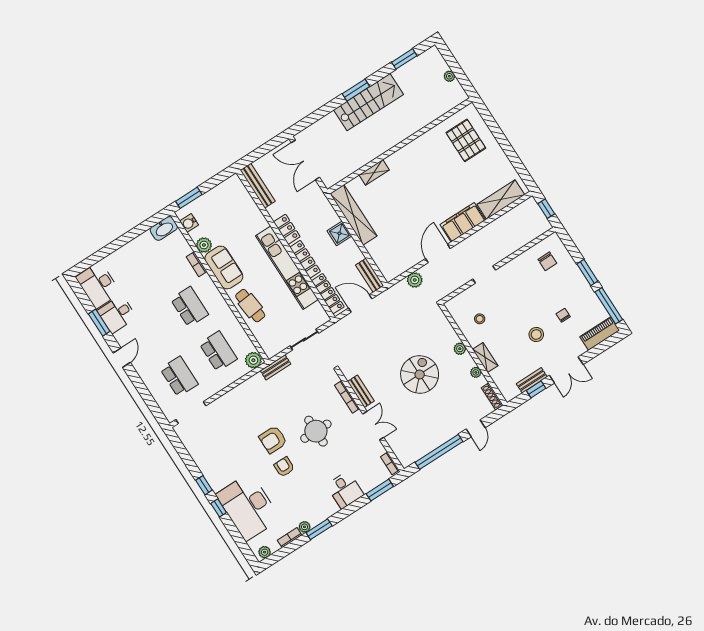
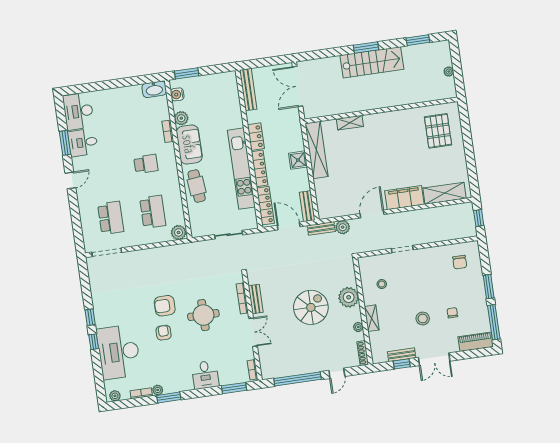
school desk: (190, 307) -> (146, 164), width x0.54
plant: (460, 349) -> (349, 297), width x1.88, depth x1.88
bench: (276, 367) -> (321, 228), moved

